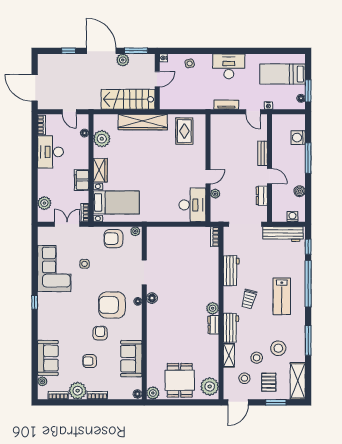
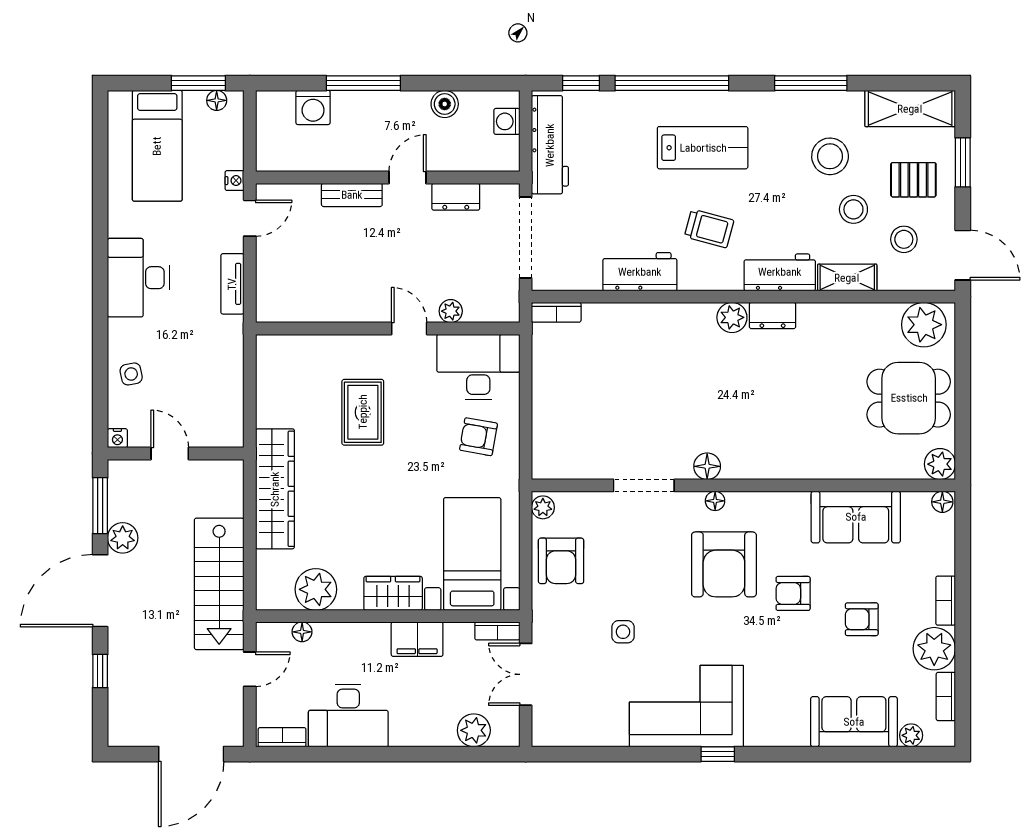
stairs: (128, 99) -> (219, 584), moved
rug: (184, 131) -> (363, 412), moved, turned 90
armchair: (164, 205) -> (478, 437), added
corner sofa: (54, 269) -> (686, 706), moved
armchair: (90, 361) -> (862, 619), turned 90

